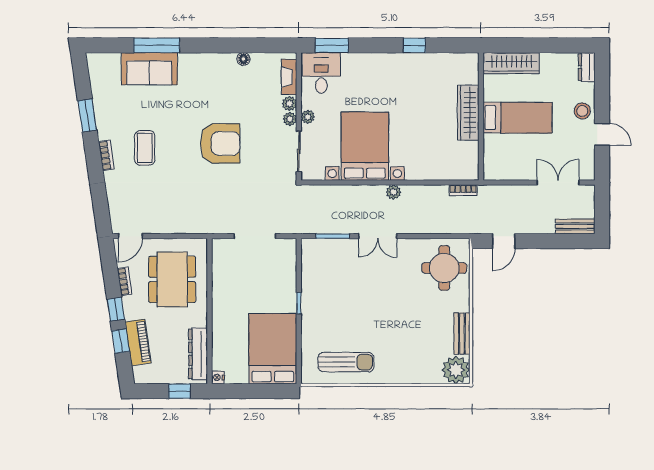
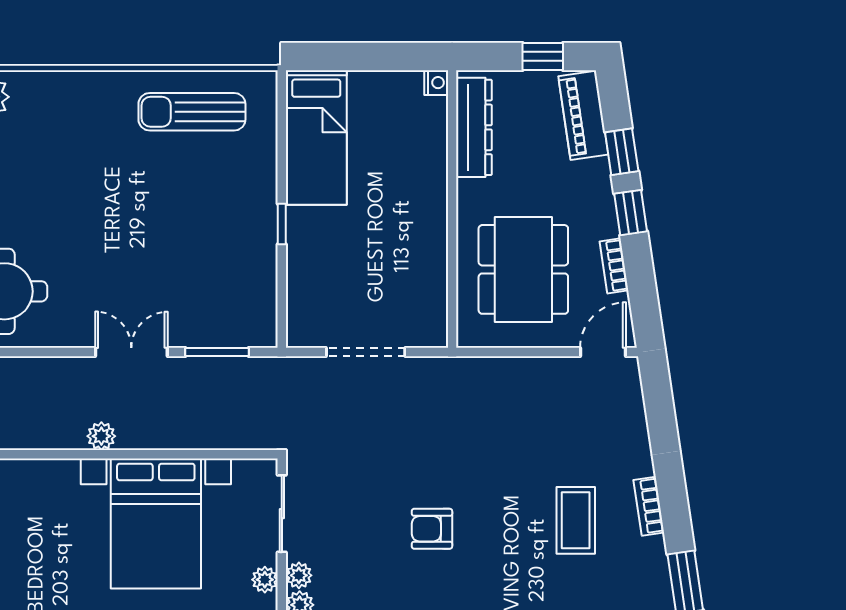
armchair: (220, 143) -> (432, 529), width x0.53, depth x0.53
piano: (138, 342) -> (583, 115), moved
bed: (273, 349) -> (316, 137), width x0.67
window: (179, 391) -> (543, 56), moved

